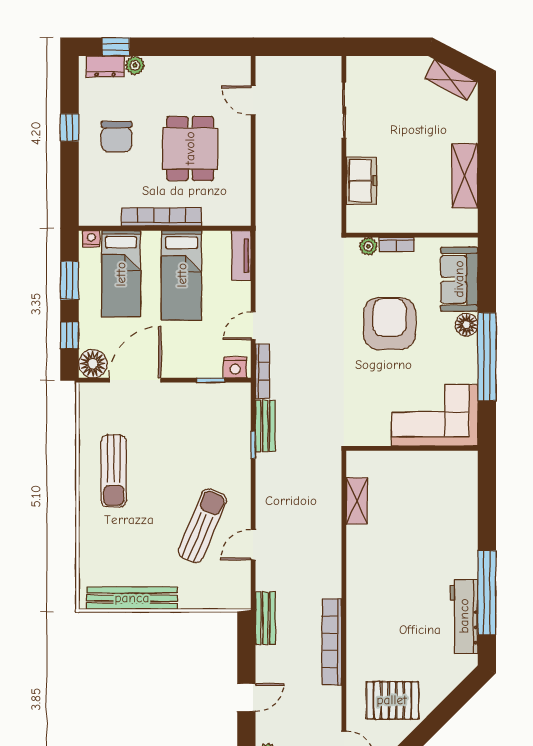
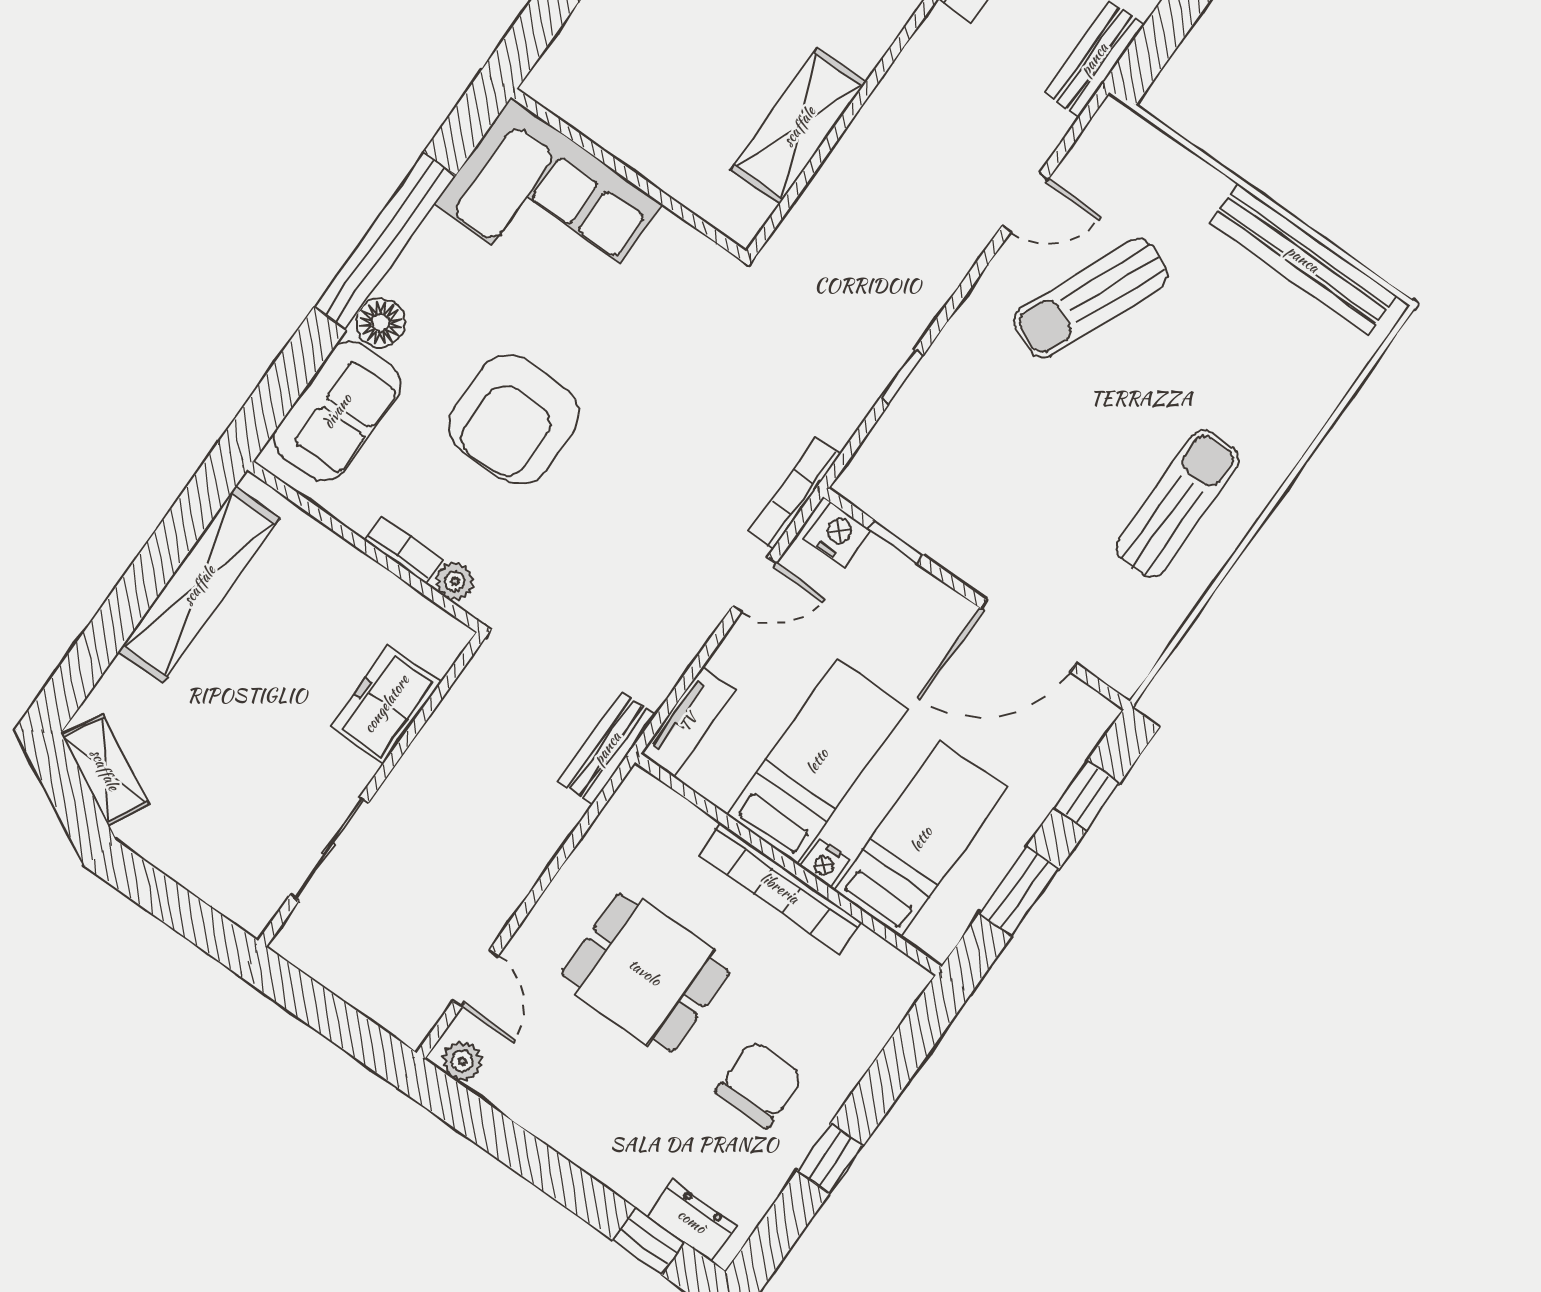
plant: (135, 65) -> (462, 1061), moved
dining table: (190, 148) -> (645, 972), turned 90
shelving: (465, 176) -> (199, 585), width x1.47
nightstand: (91, 239) -> (825, 863), moved
floor lamp: (93, 364) -> (1081, 717), removed
bench: (265, 426) -> (607, 748), moved
shelving: (357, 501) -> (799, 126), width x1.50, depth x1.33

